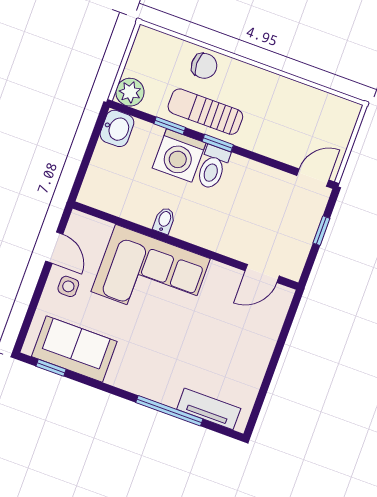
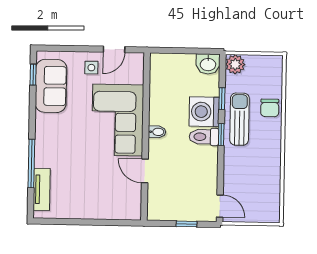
bidet: (164, 221) -> (157, 132), moved
door: (262, 273) -> (145, 171), moved

